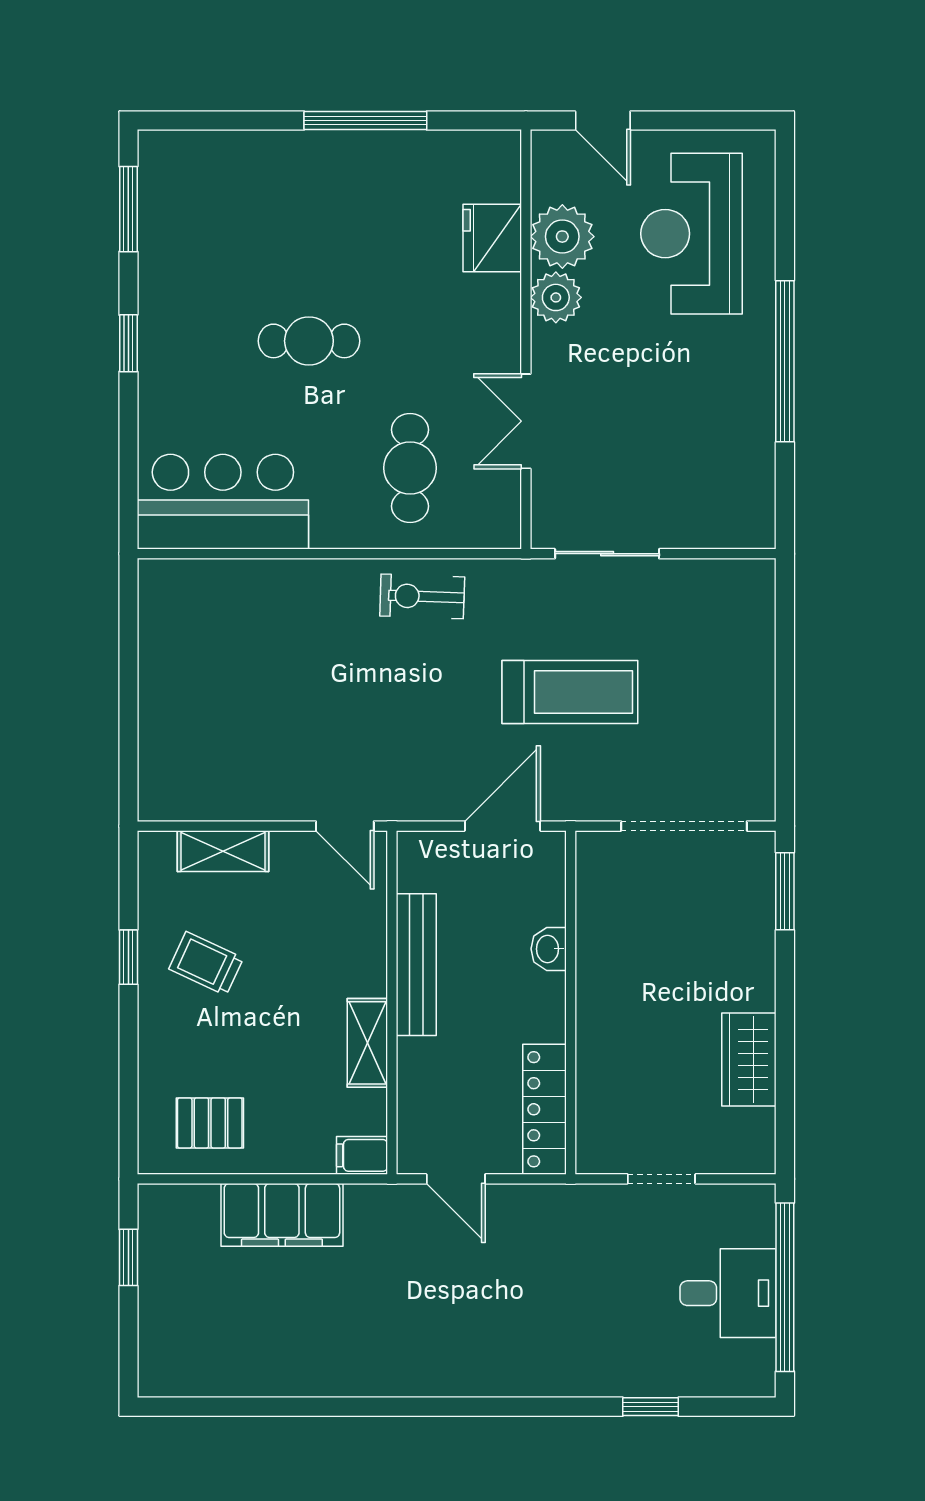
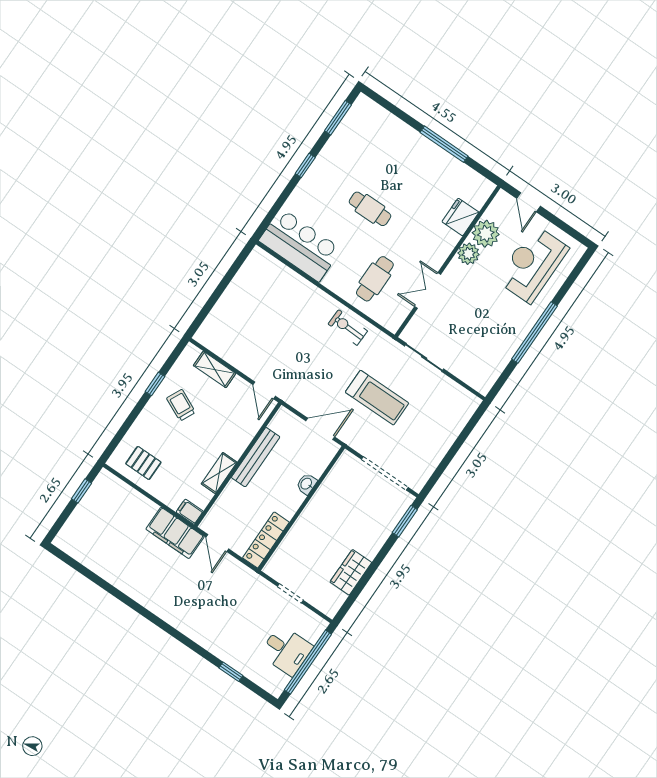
filing cabinet: (282, 1215) -> (175, 533), moved

